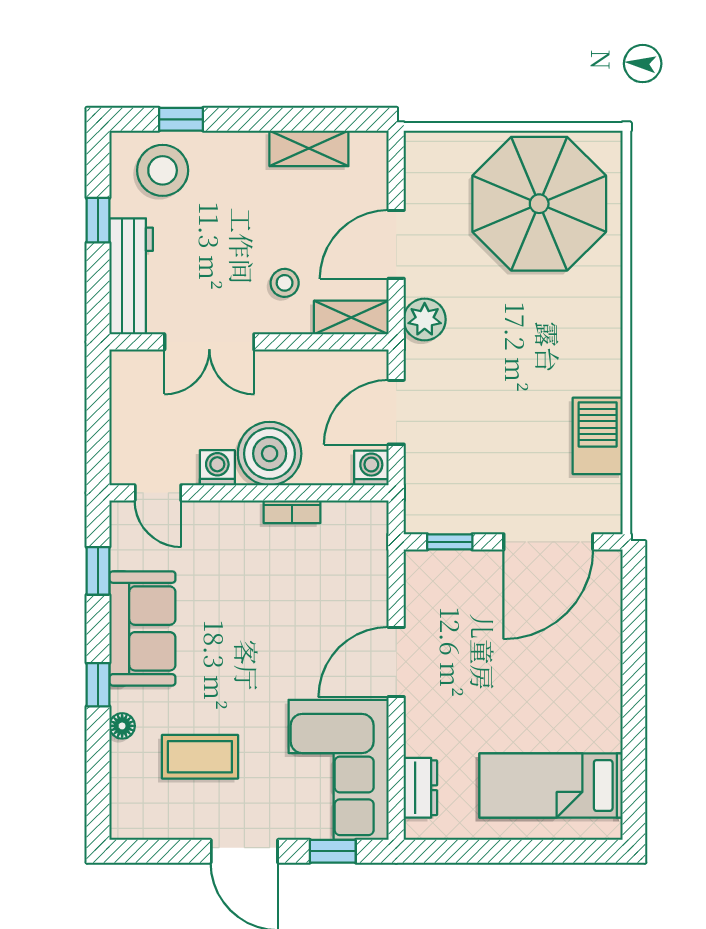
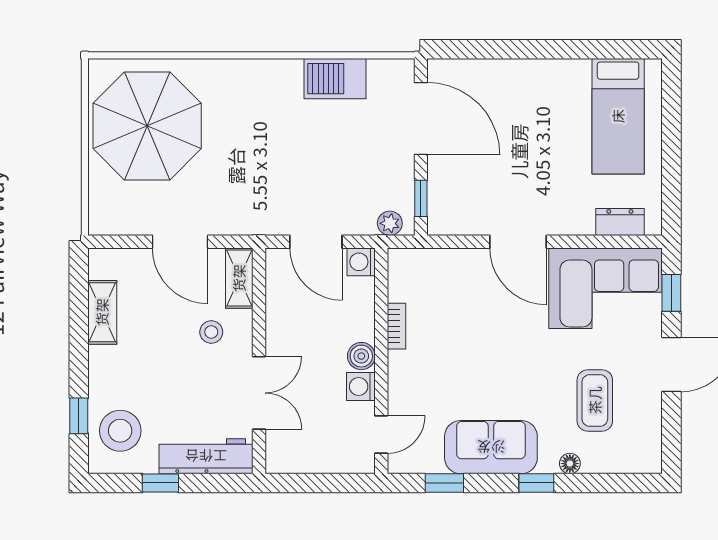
plant: (425, 320) -> (390, 223), moved, width x0.73, depth x0.73
boiler: (270, 454) -> (361, 356), width x0.54, depth x0.54

